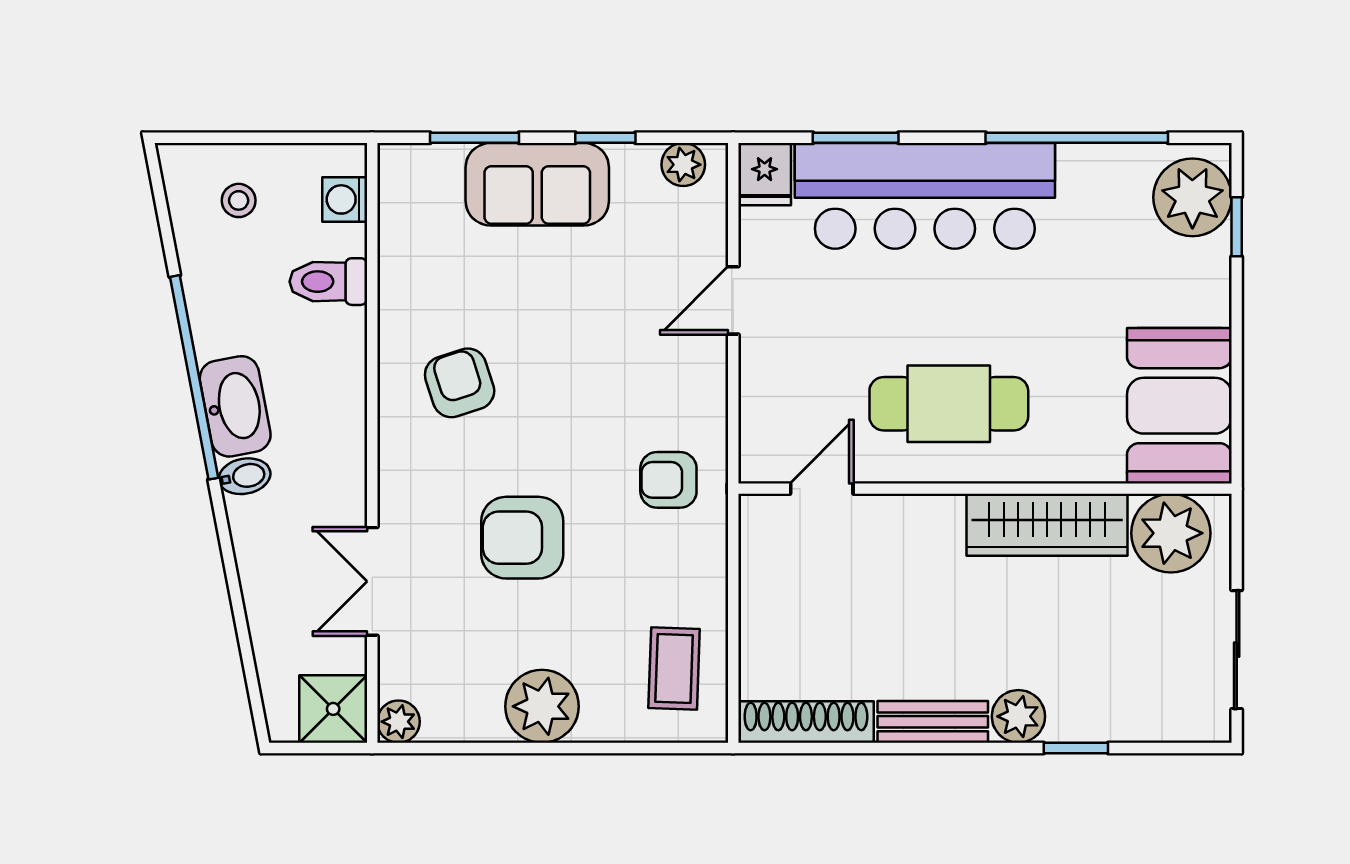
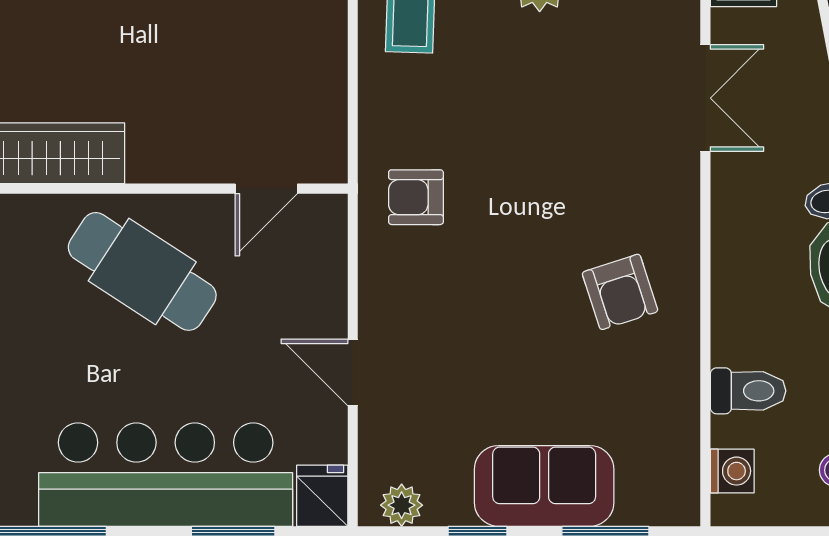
door: (733, 300) -> (353, 372), swing flipped
cafe table: (949, 404) -> (142, 271), turned 33
armchair: (668, 480) -> (416, 197), turned 180
armchair: (522, 538) -> (559, 141), removed

